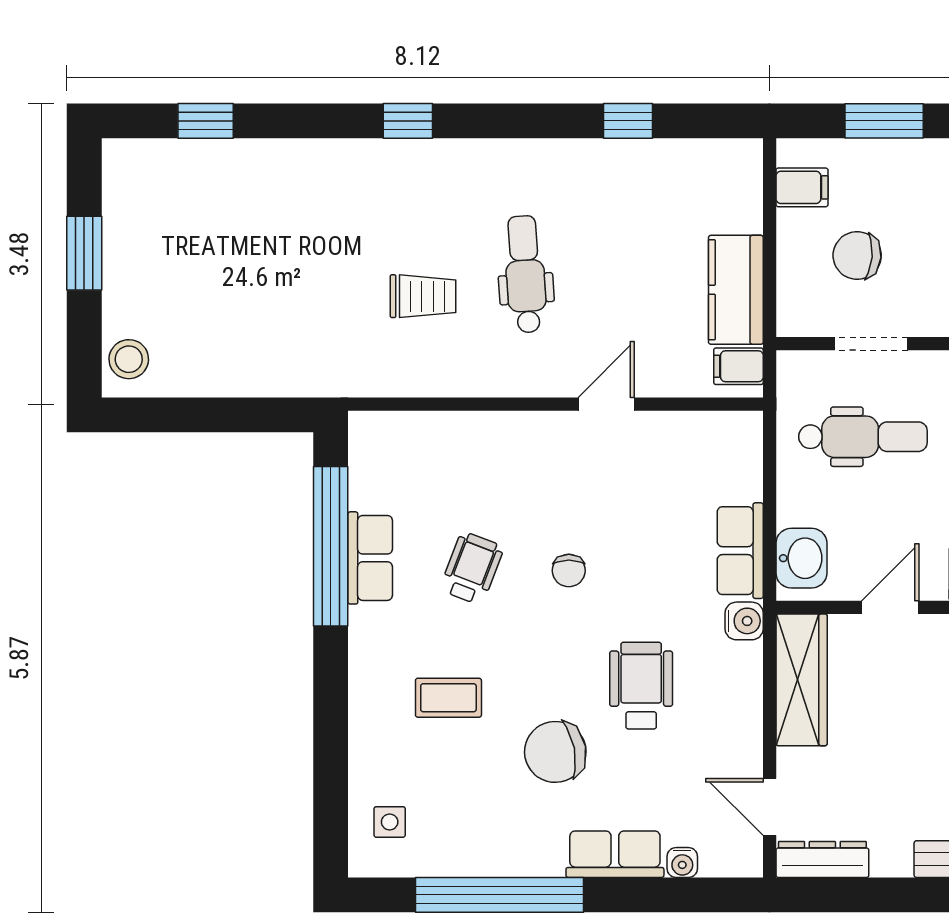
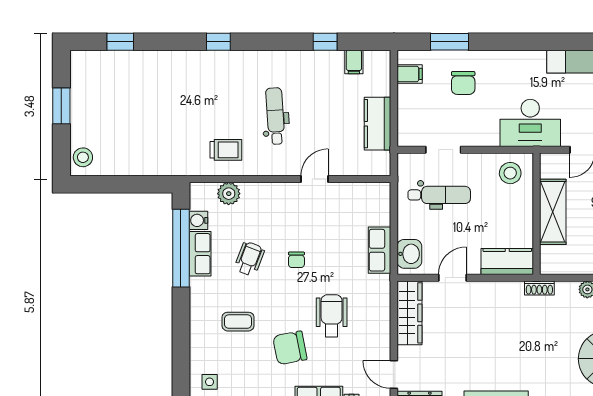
chair: (857, 256) -> (463, 83), moved, turned -95
trolley: (423, 296) -> (226, 150), moved
filing cabinet: (738, 366) -> (354, 62), moved, turned -90
plant: (429, 434) -> (229, 194), added
water cooler: (744, 621) -> (199, 220), moved, turned 180

